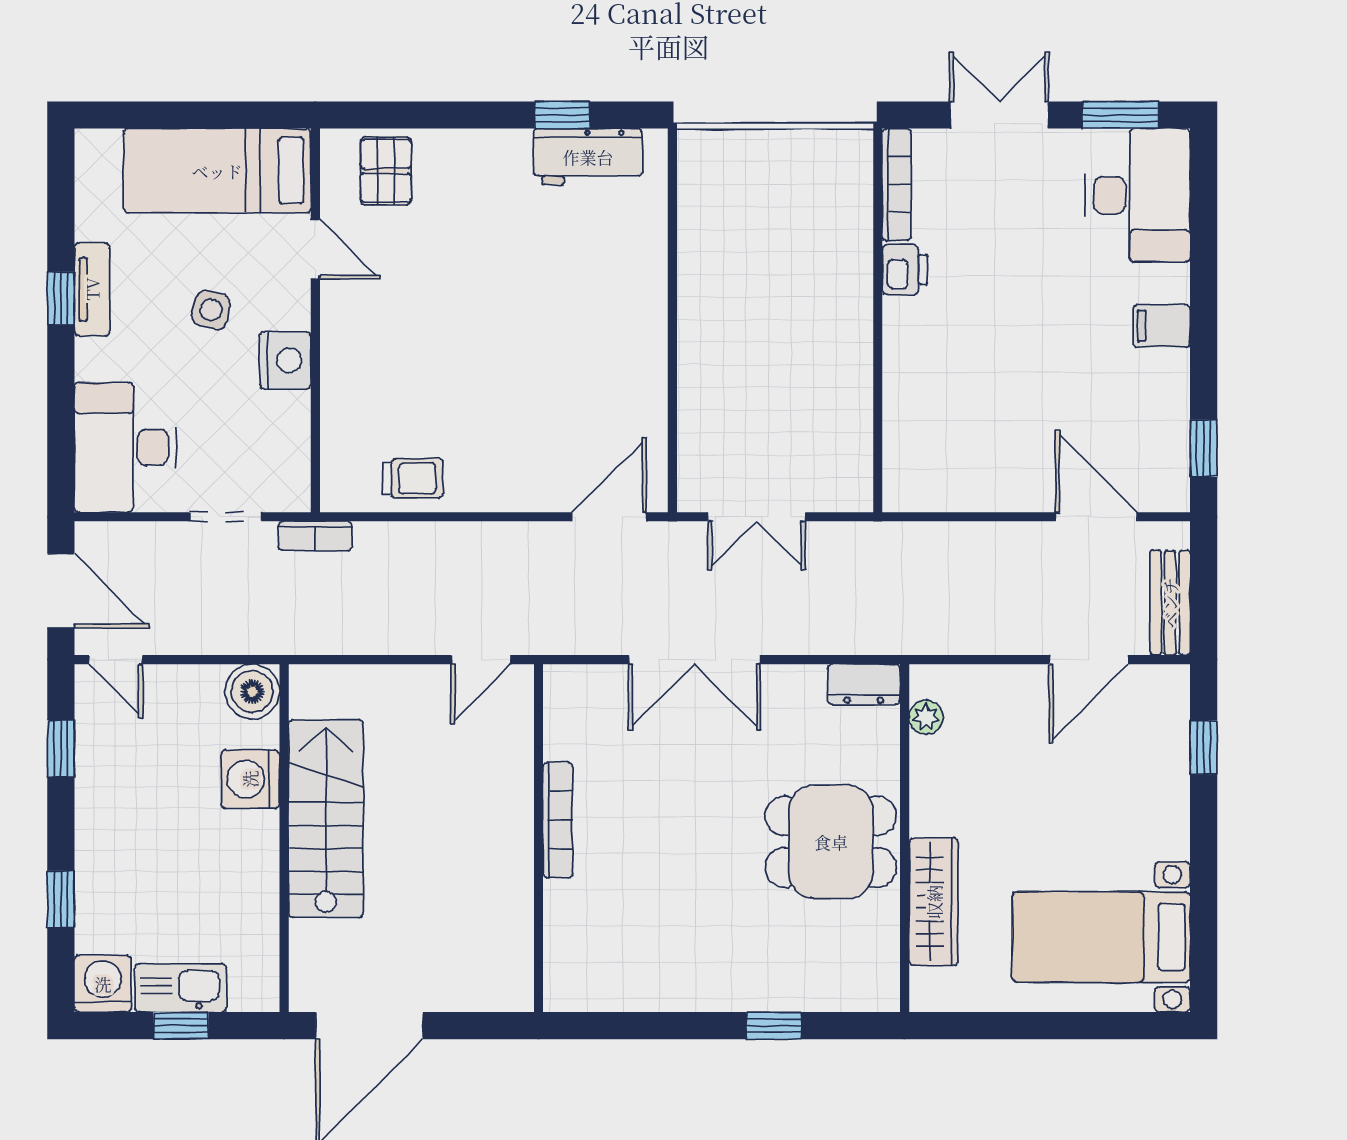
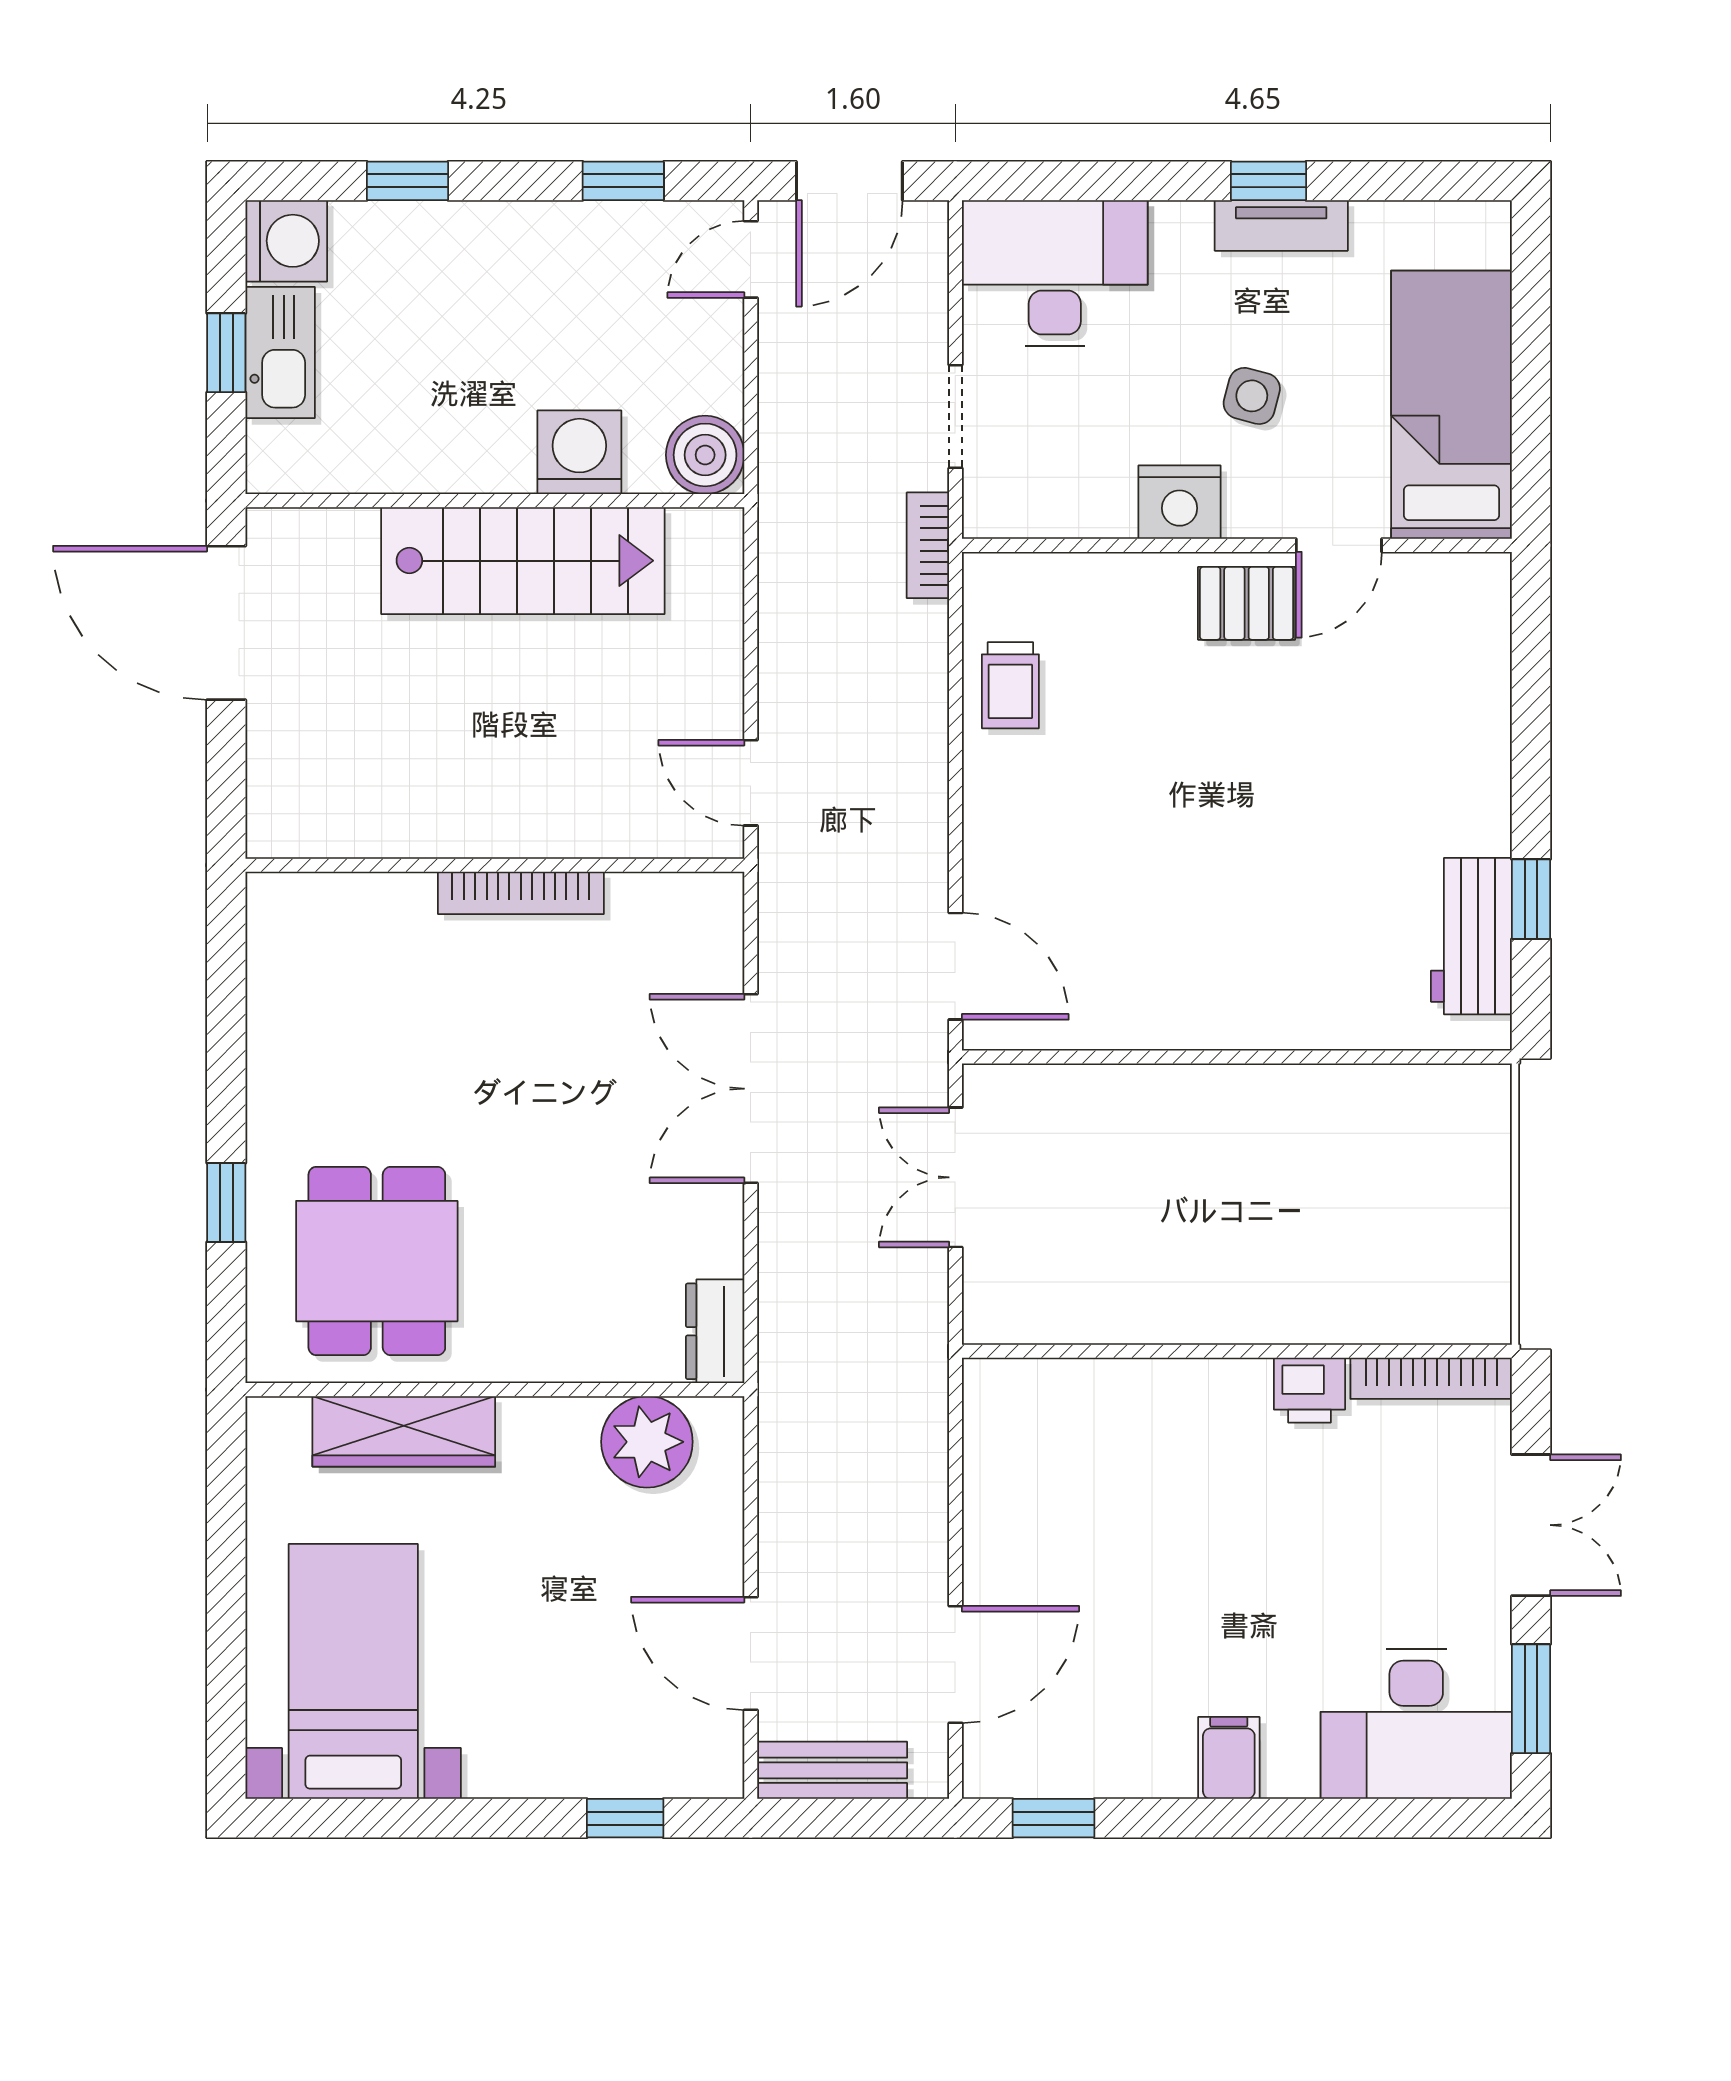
pallet: (386, 171) -> (1247, 603), moved
plant: (926, 717) -> (647, 1442), width x1.88, depth x1.88
dining table: (831, 842) -> (377, 1261), moved

